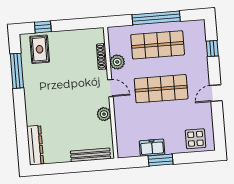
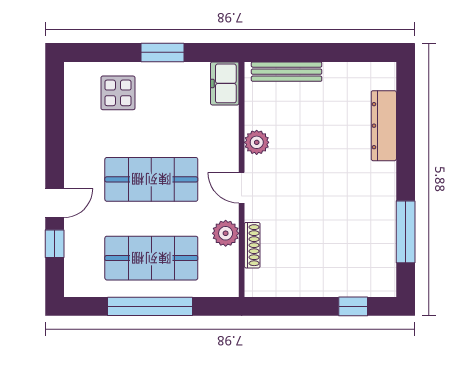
rug: (40, 49) -> (362, 267), removed
door: (216, 93) -> (55, 203), moved
display table: (195, 139) -> (118, 93), moved
dresser: (35, 145) -> (384, 126), moved
freezer: (152, 148) -> (225, 83), moved, turned 90

